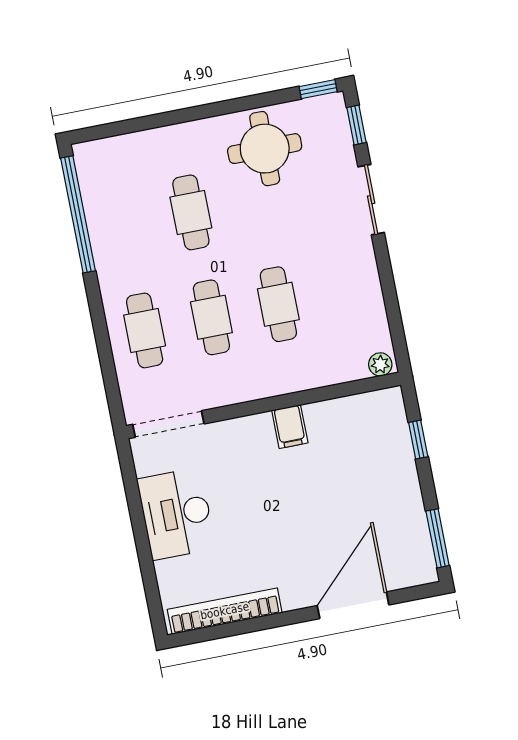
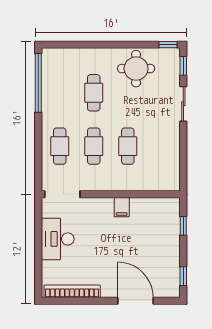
plant: (380, 364) -> (172, 185), removed
window: (438, 538) -> (183, 276), width x0.67
door: (353, 605) -> (135, 301), hinge flipped

